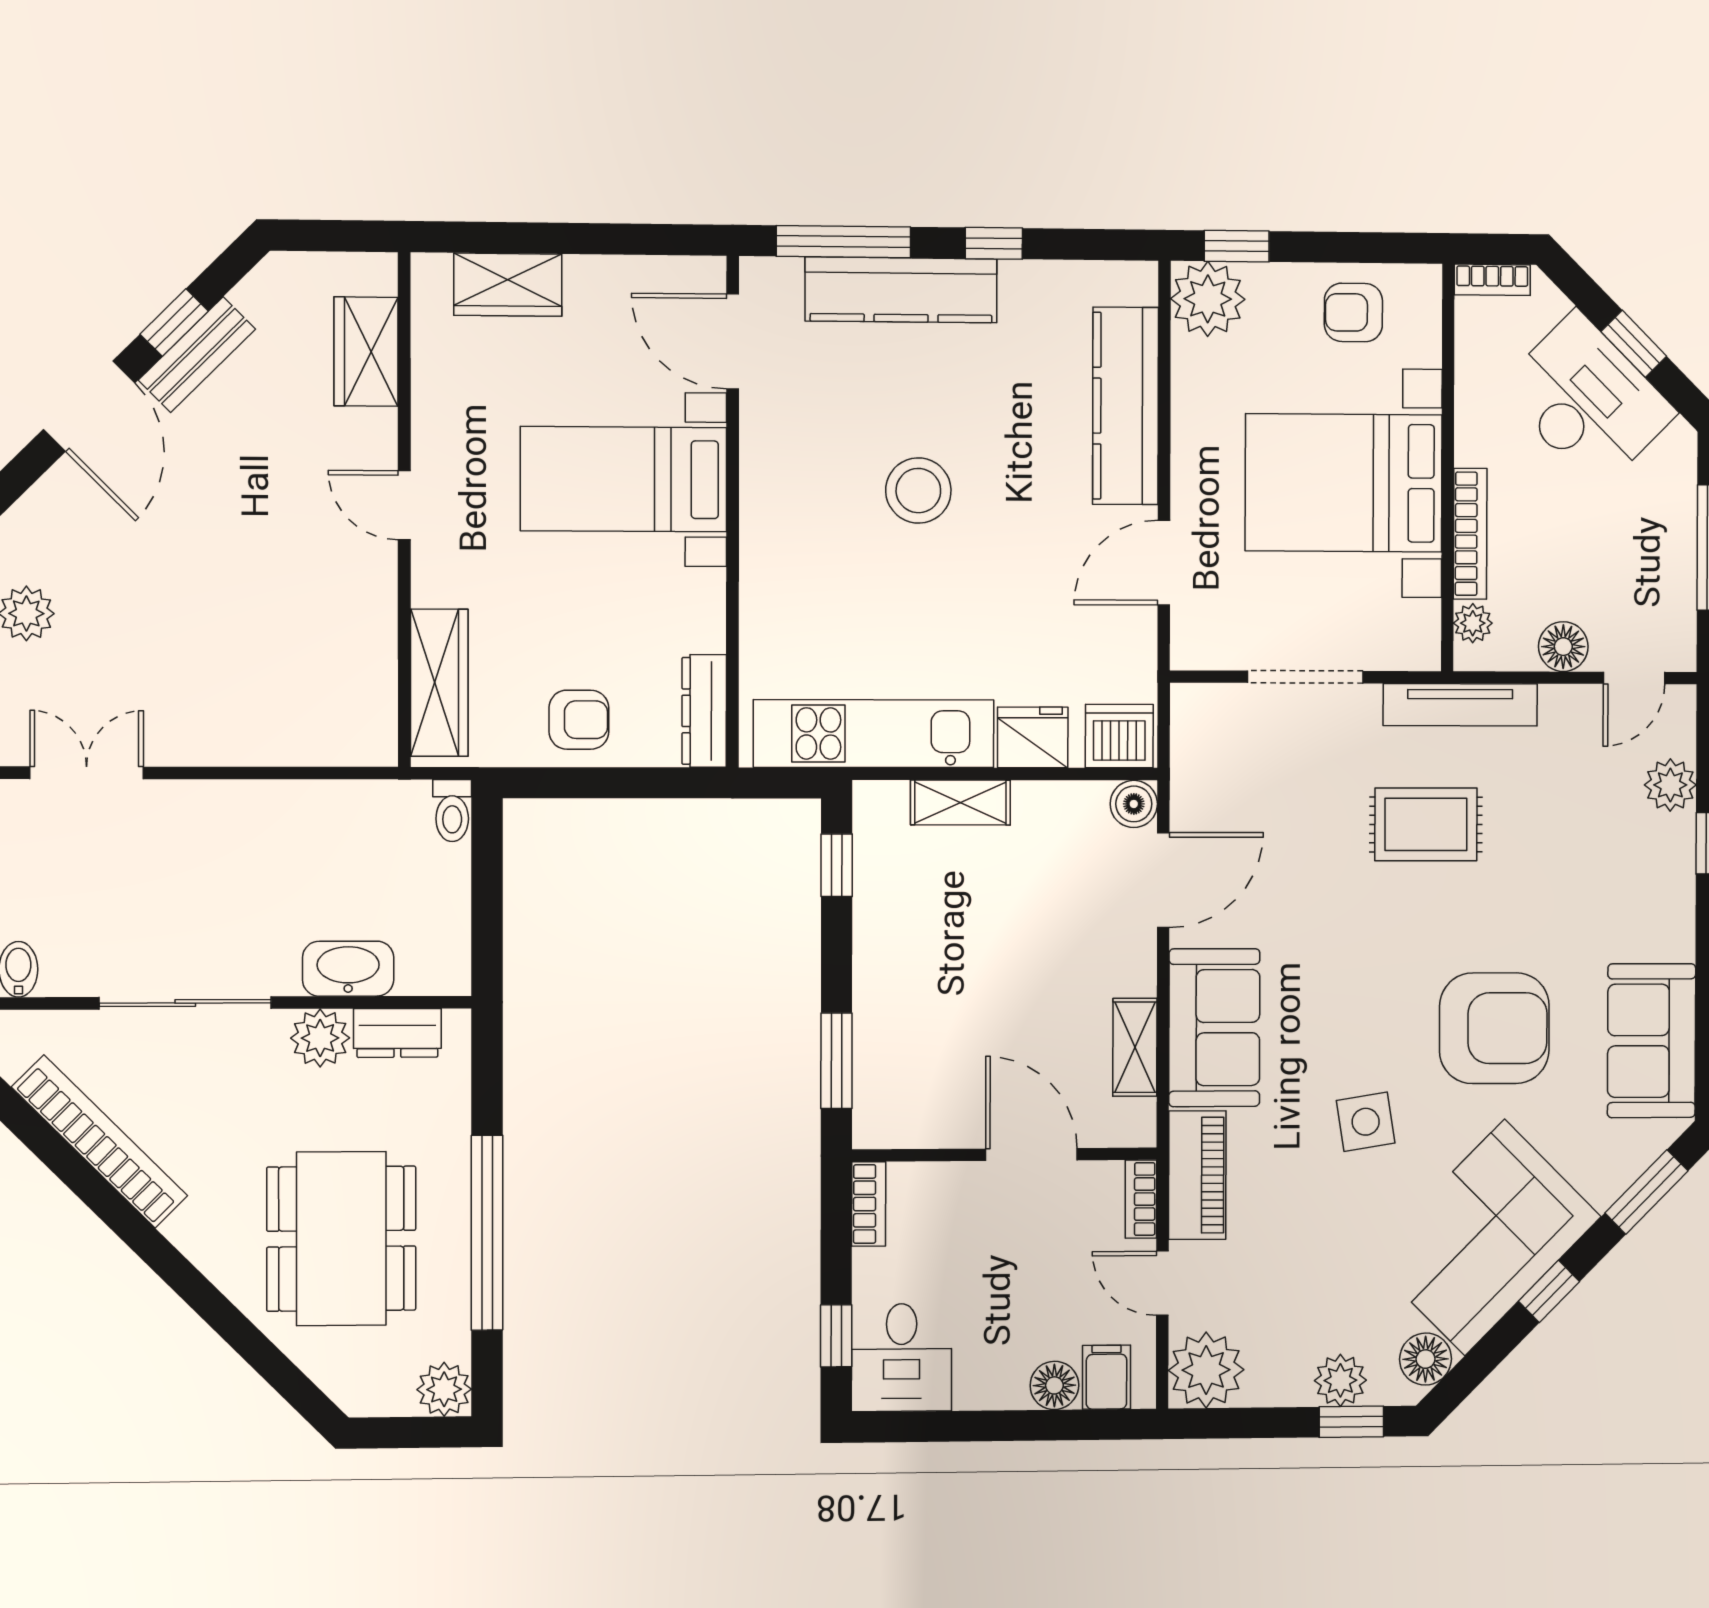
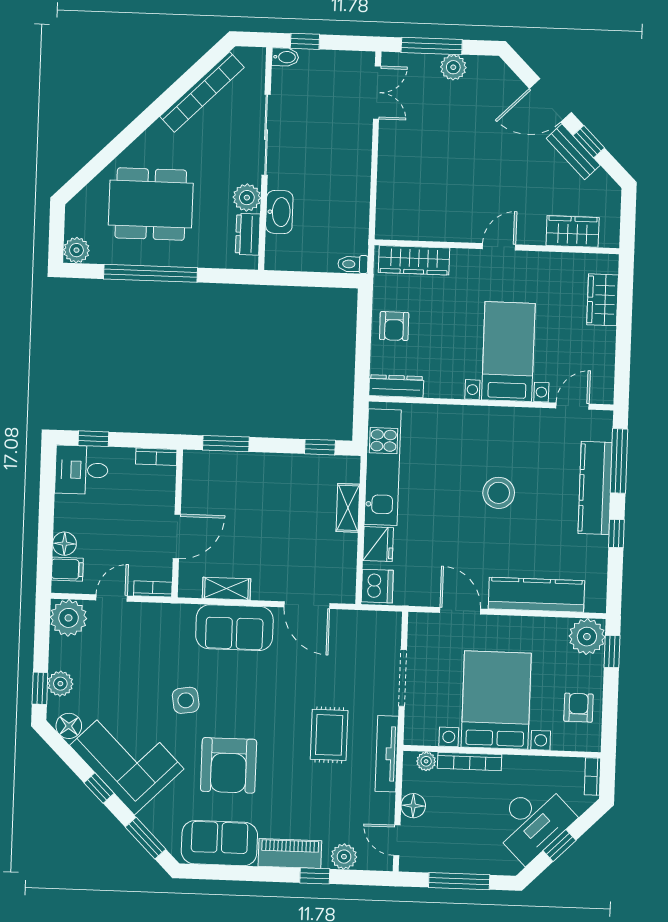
door: (733, 342) -> (573, 406), width x0.73
boiler: (1134, 804) -> (344, 592), removed
piano: (1197, 1175) -> (290, 854), moved, turned 180

